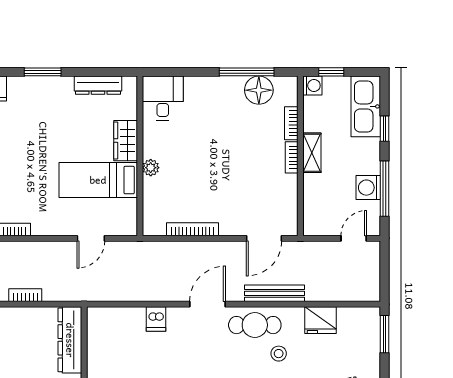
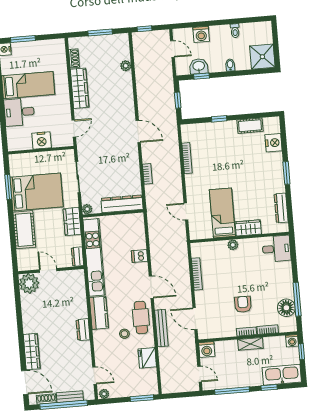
armchair: (247, 159) -> (243, 304), added
washing machine: (368, 188) -> (207, 349), moved, turned 180

